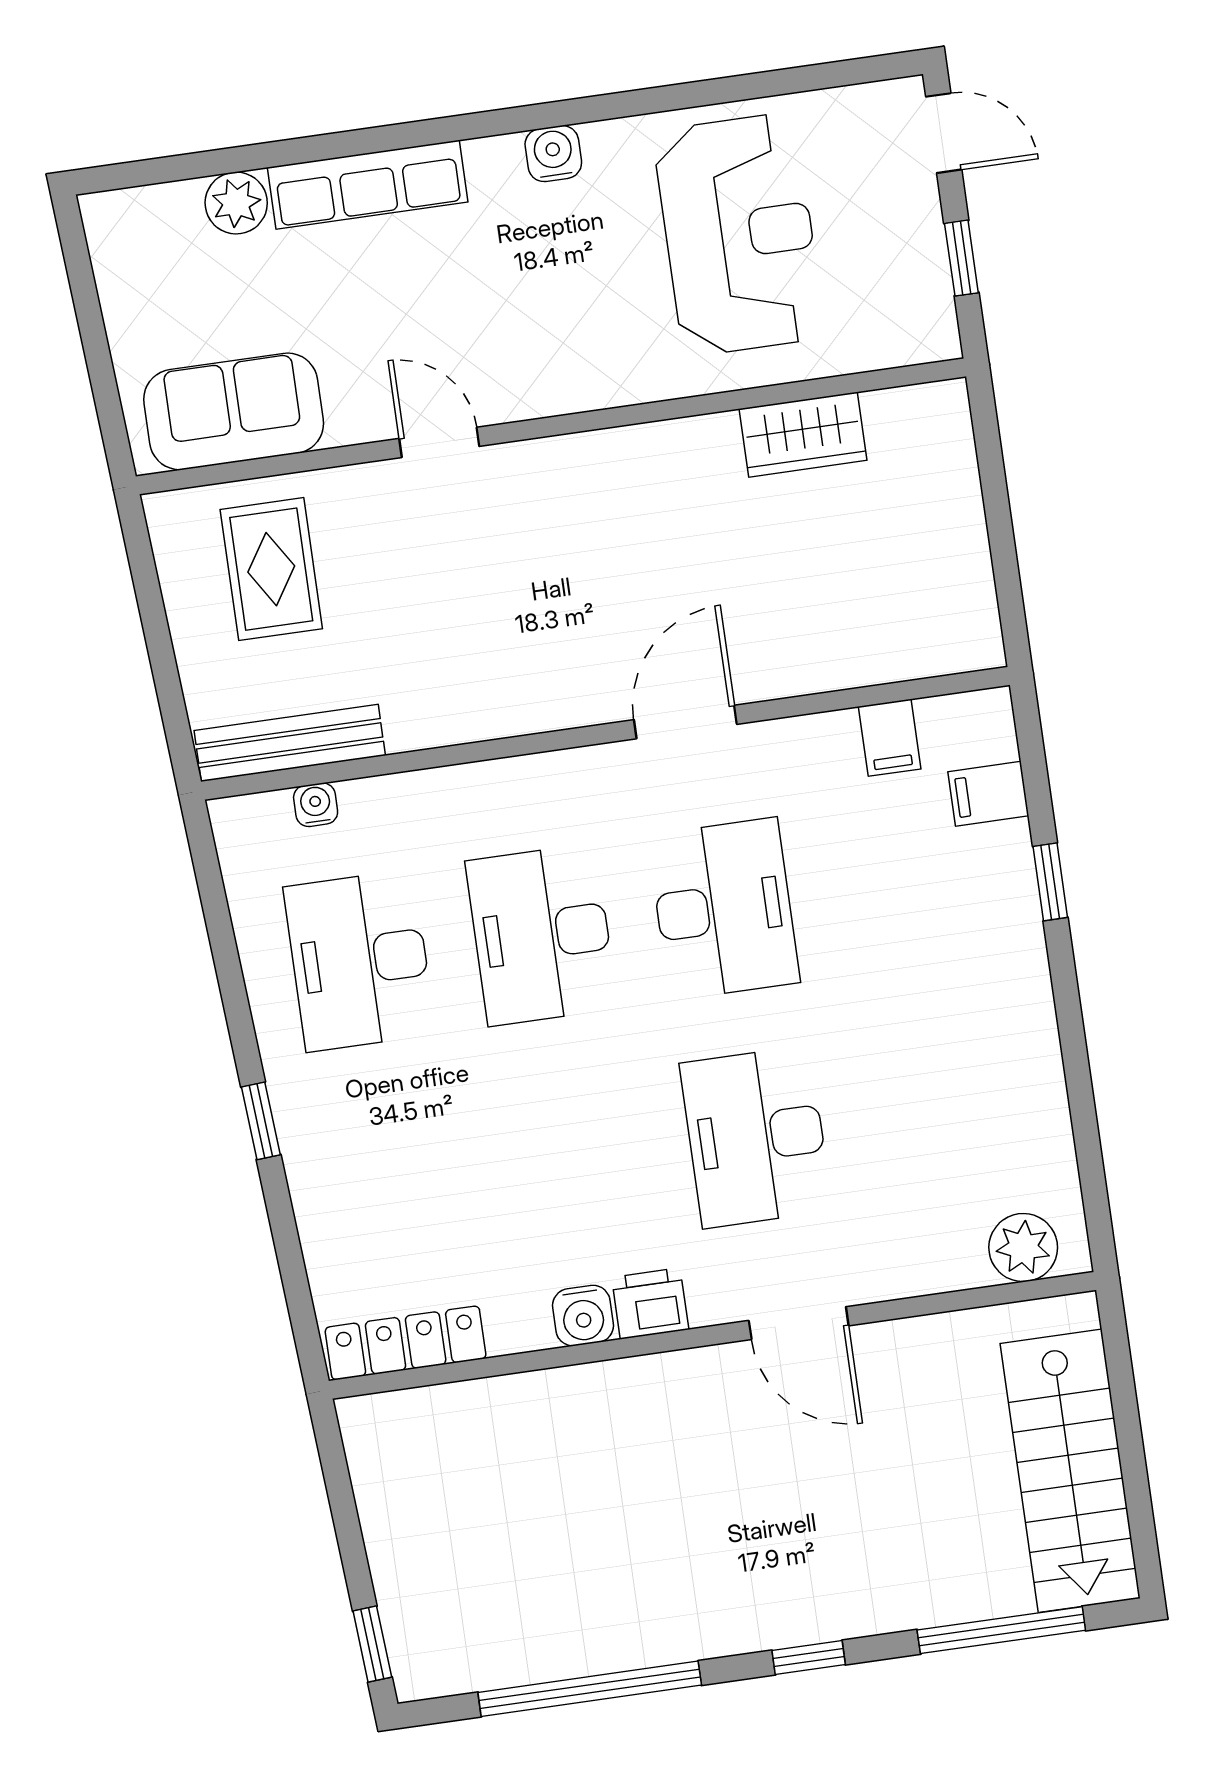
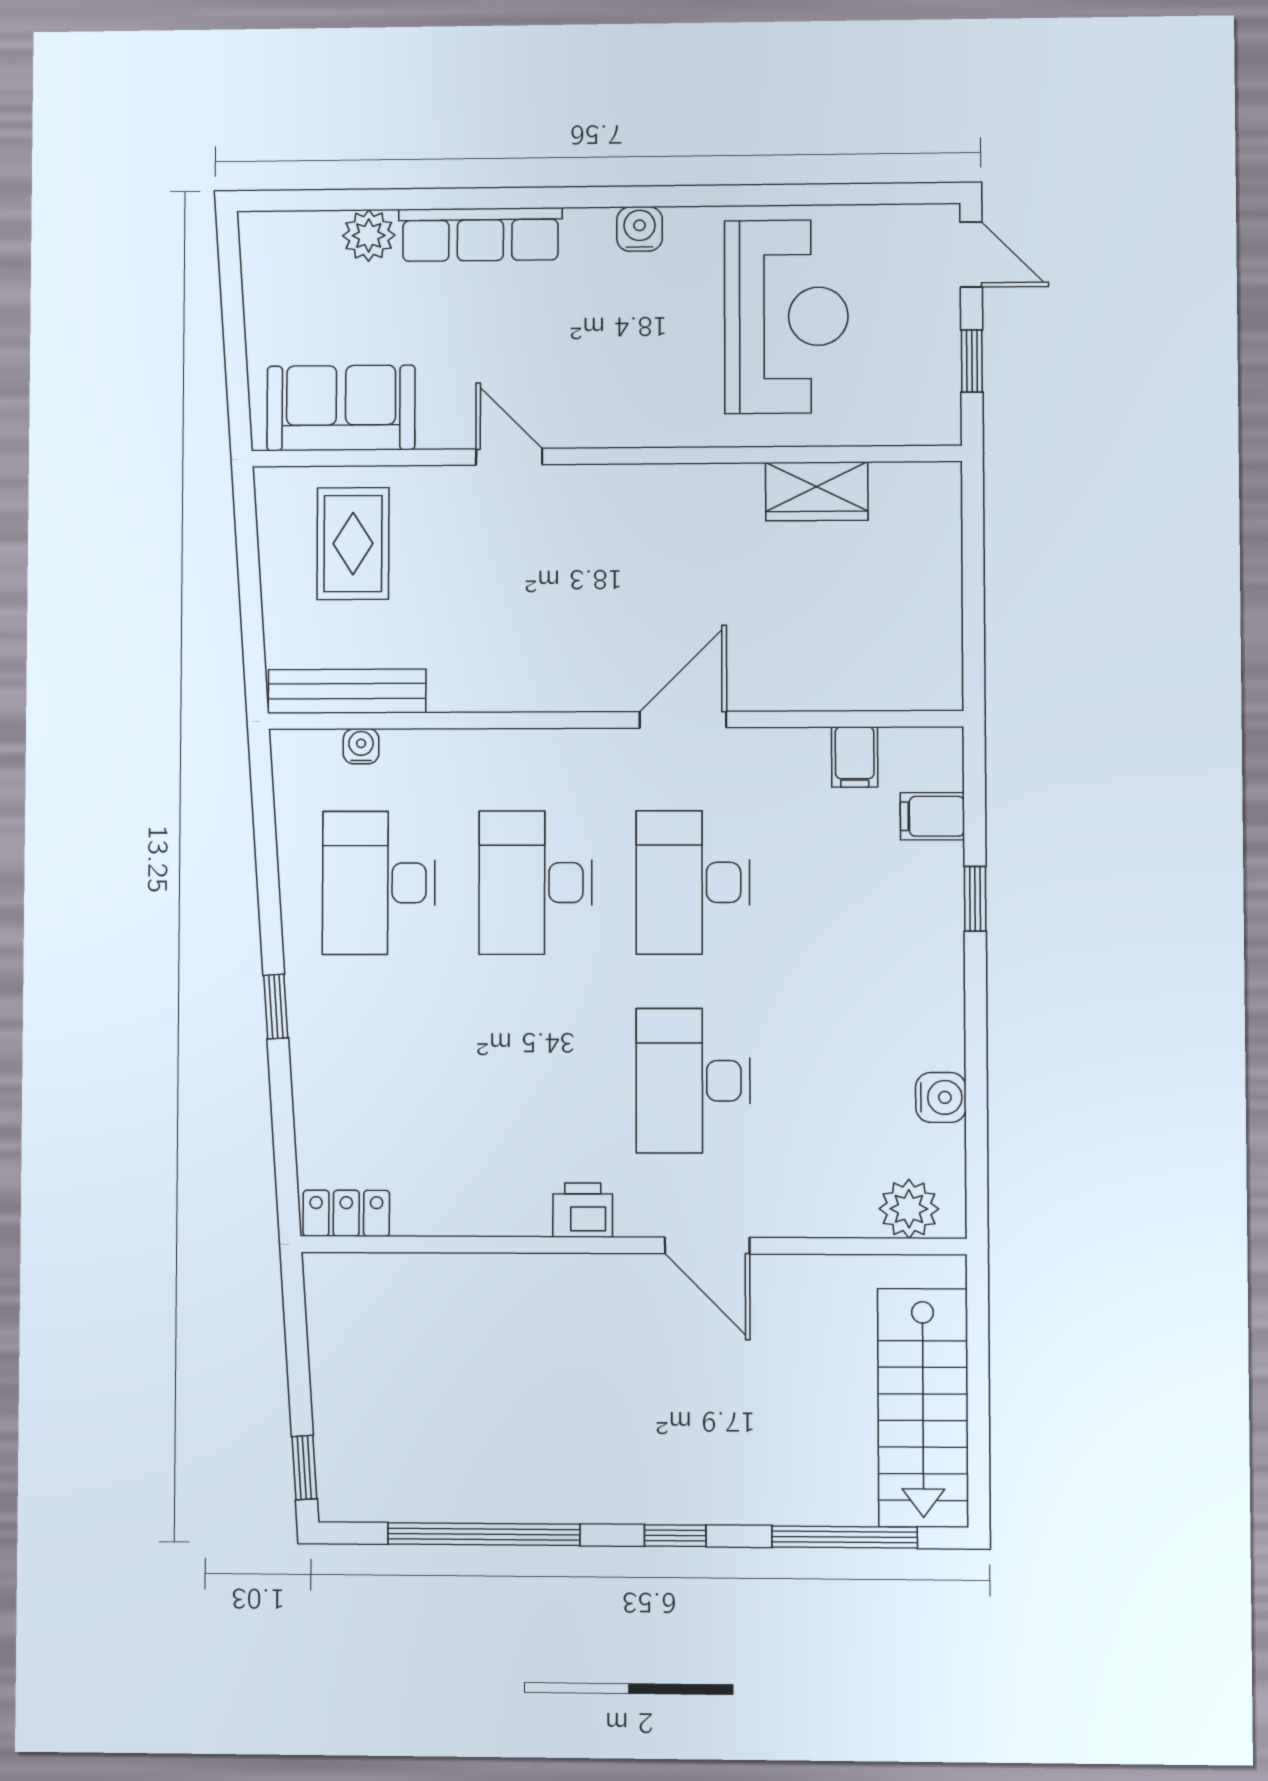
desk: (724, 909) -> (693, 882), turned 180
water cooler: (583, 1316) -> (941, 1097), moved, turned -90
locker: (406, 1343) -> (346, 1213), width x0.66

